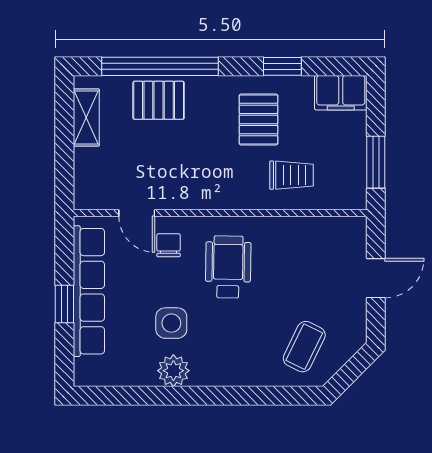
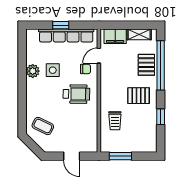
filing cabinet: (341, 93) -> (115, 36), moved, turned -90
pallet: (259, 119) -> (139, 96), moved

